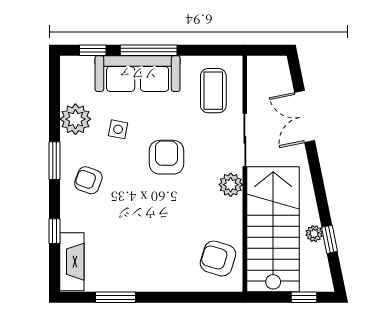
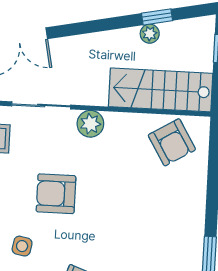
stairs: (273, 229) -> (161, 90), width x0.73, depth x0.66
armchair: (218, 259) -> (172, 142), turned -48

